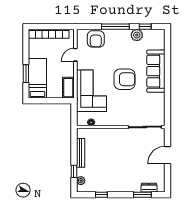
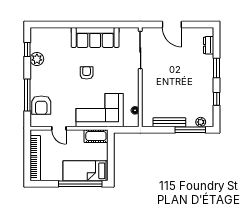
window: (115, 27) -> (27, 95), moved
armchair: (96, 39) -> (41, 105), turned 90
sofa: (156, 71) -> (95, 37), moved
window: (26, 74) -> (80, 184), width x2.11
armchair: (125, 79) -> (87, 73), width x0.53, depth x0.53
window: (74, 171) -> (190, 130), width x2.17
window: (142, 195) -> (217, 68), moved

